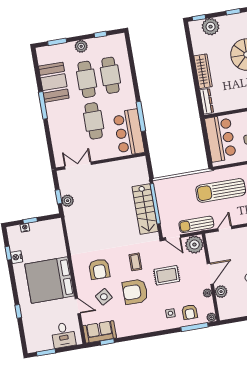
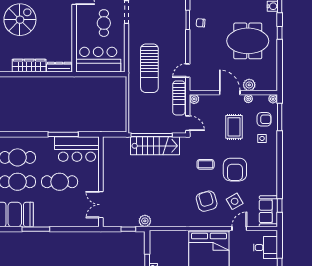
plant: (68, 201) -> (145, 221), moved
door: (225, 229) -> (188, 71), hinge flipped
door: (173, 237) -> (188, 123), hinge flipped
plant: (194, 245) -> (194, 99), width x0.53, depth x0.53
armchair: (99, 269) -> (207, 201), turned -106
rug: (167, 275) -> (234, 127), moved

